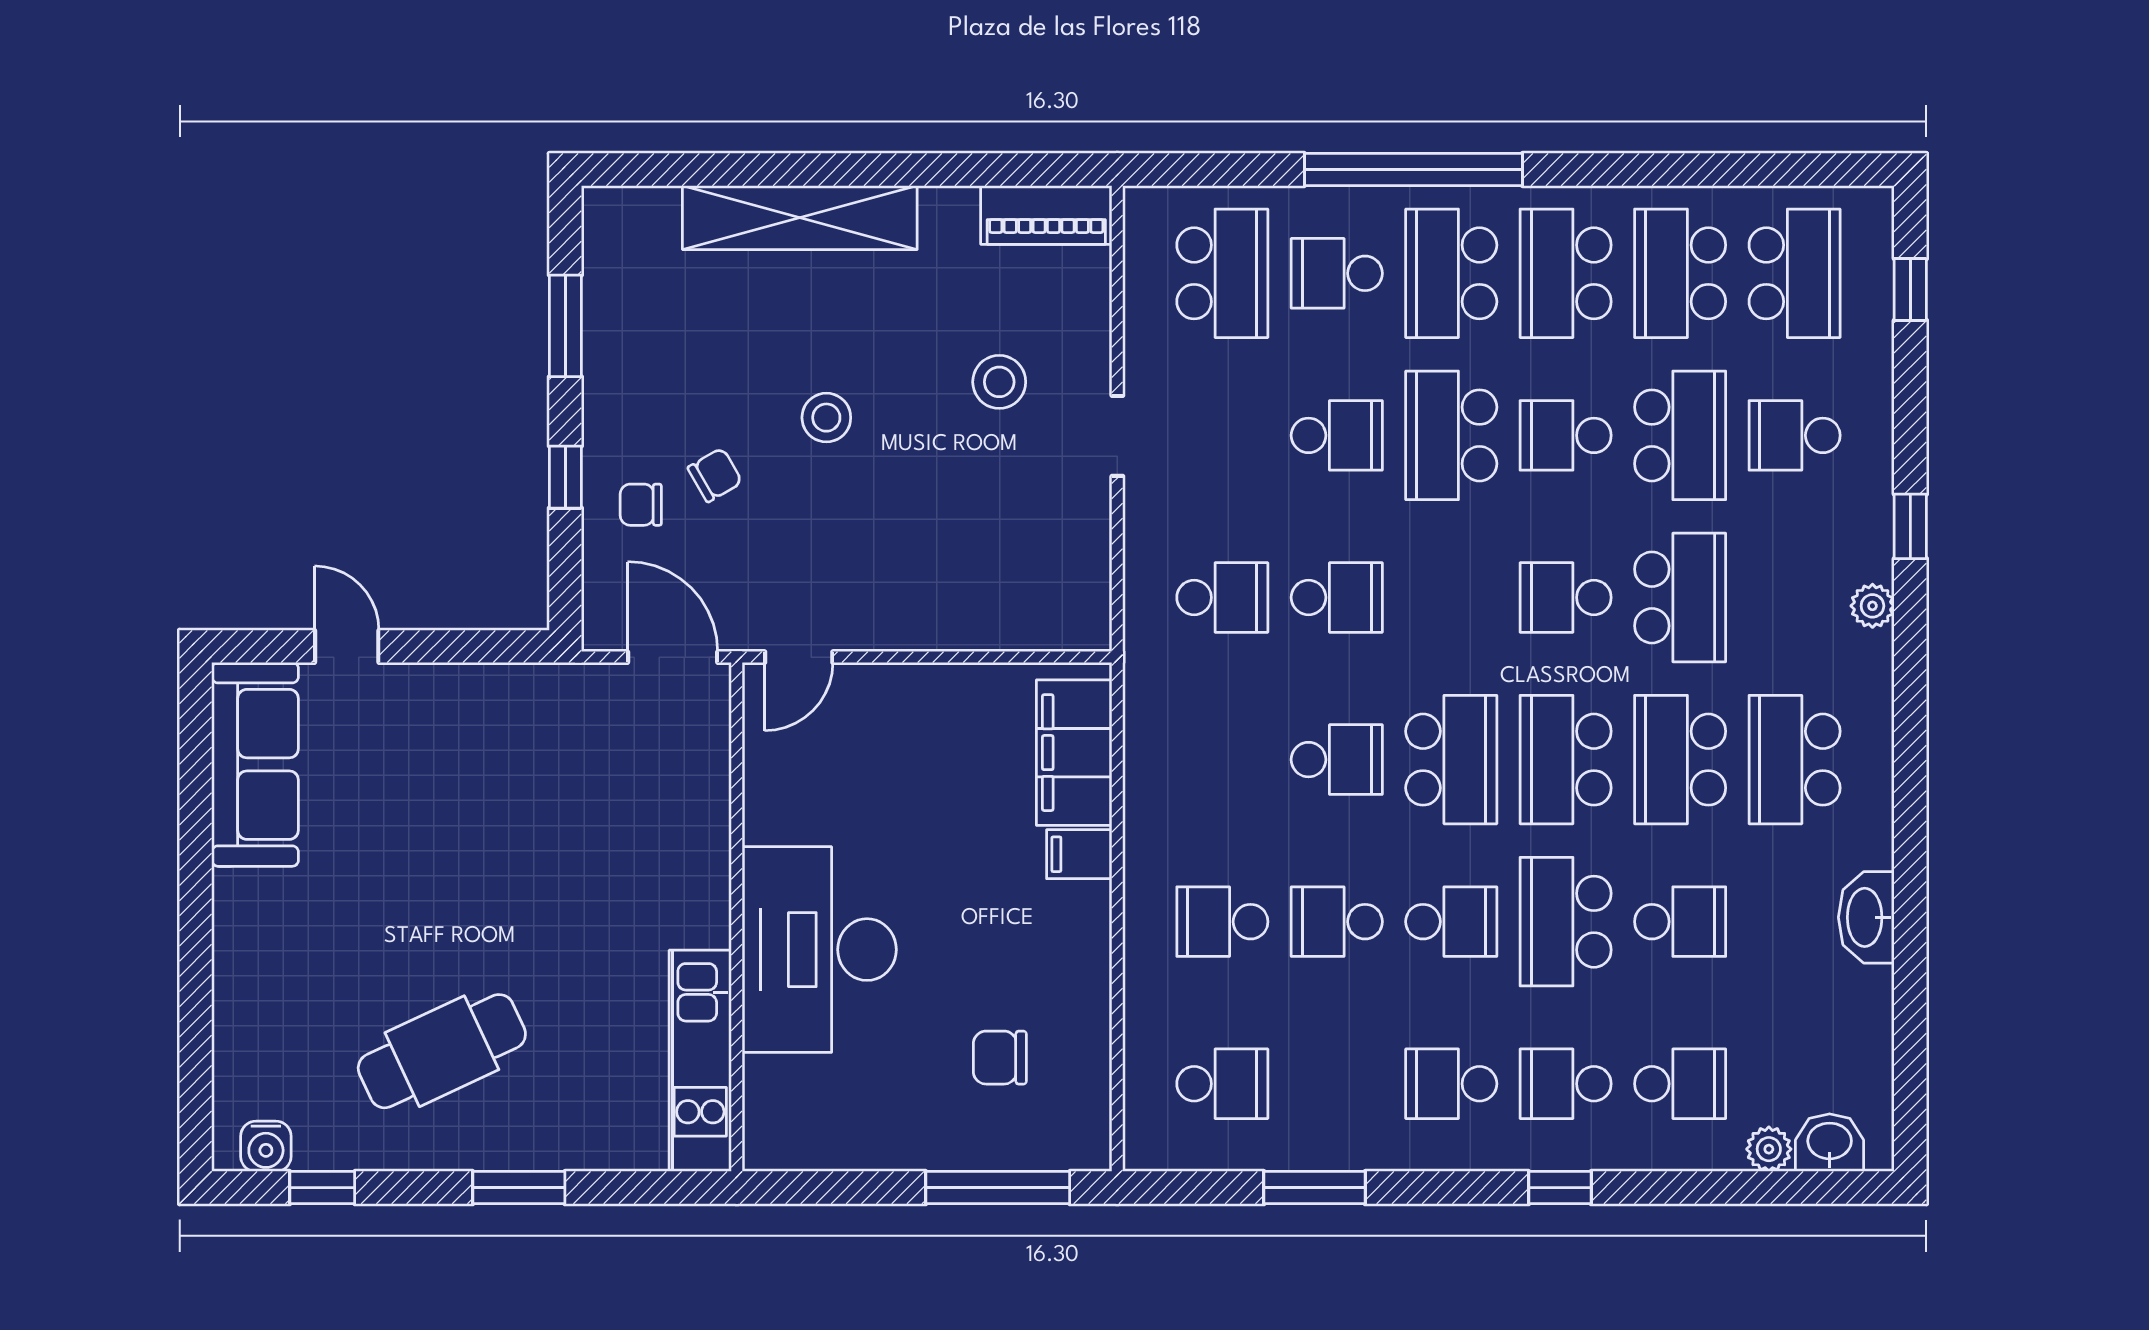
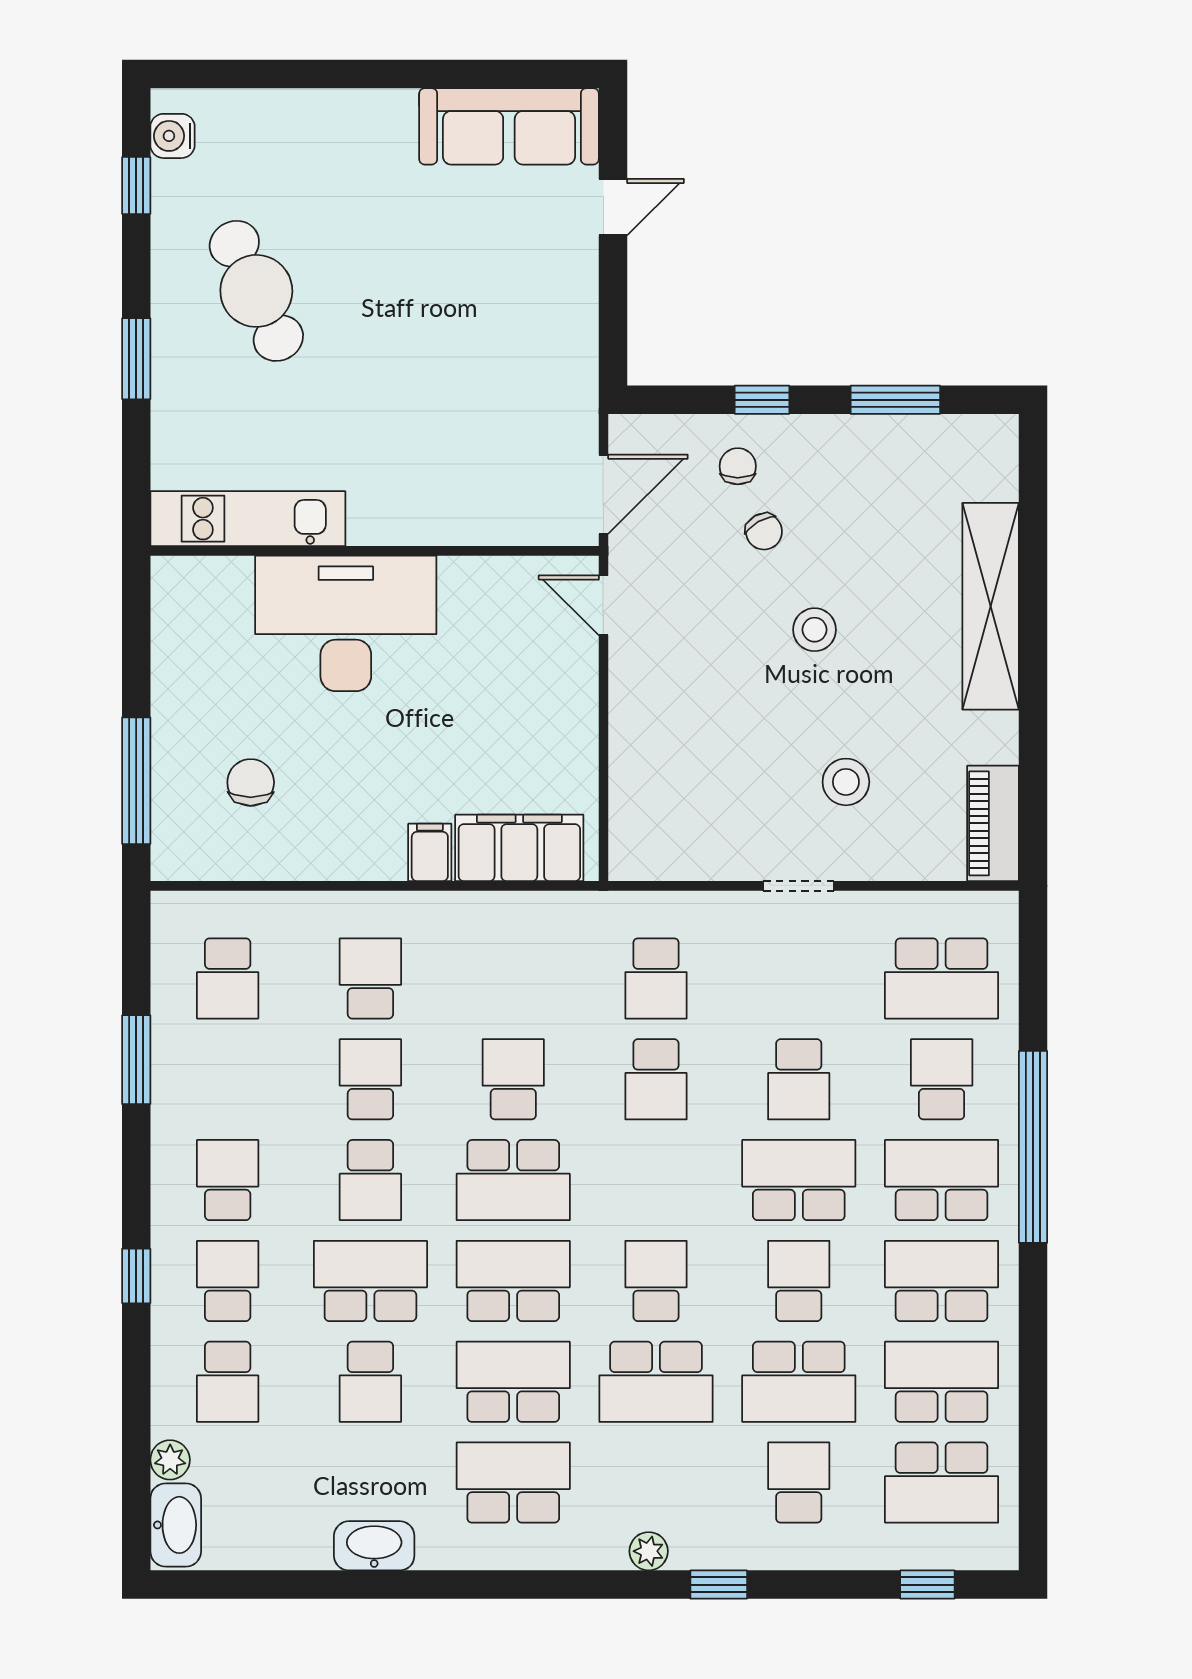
school desk: (1337, 760) -> (513, 1079), turned 180
washbasin: (1830, 1143) -> (176, 1525), width x1.38

